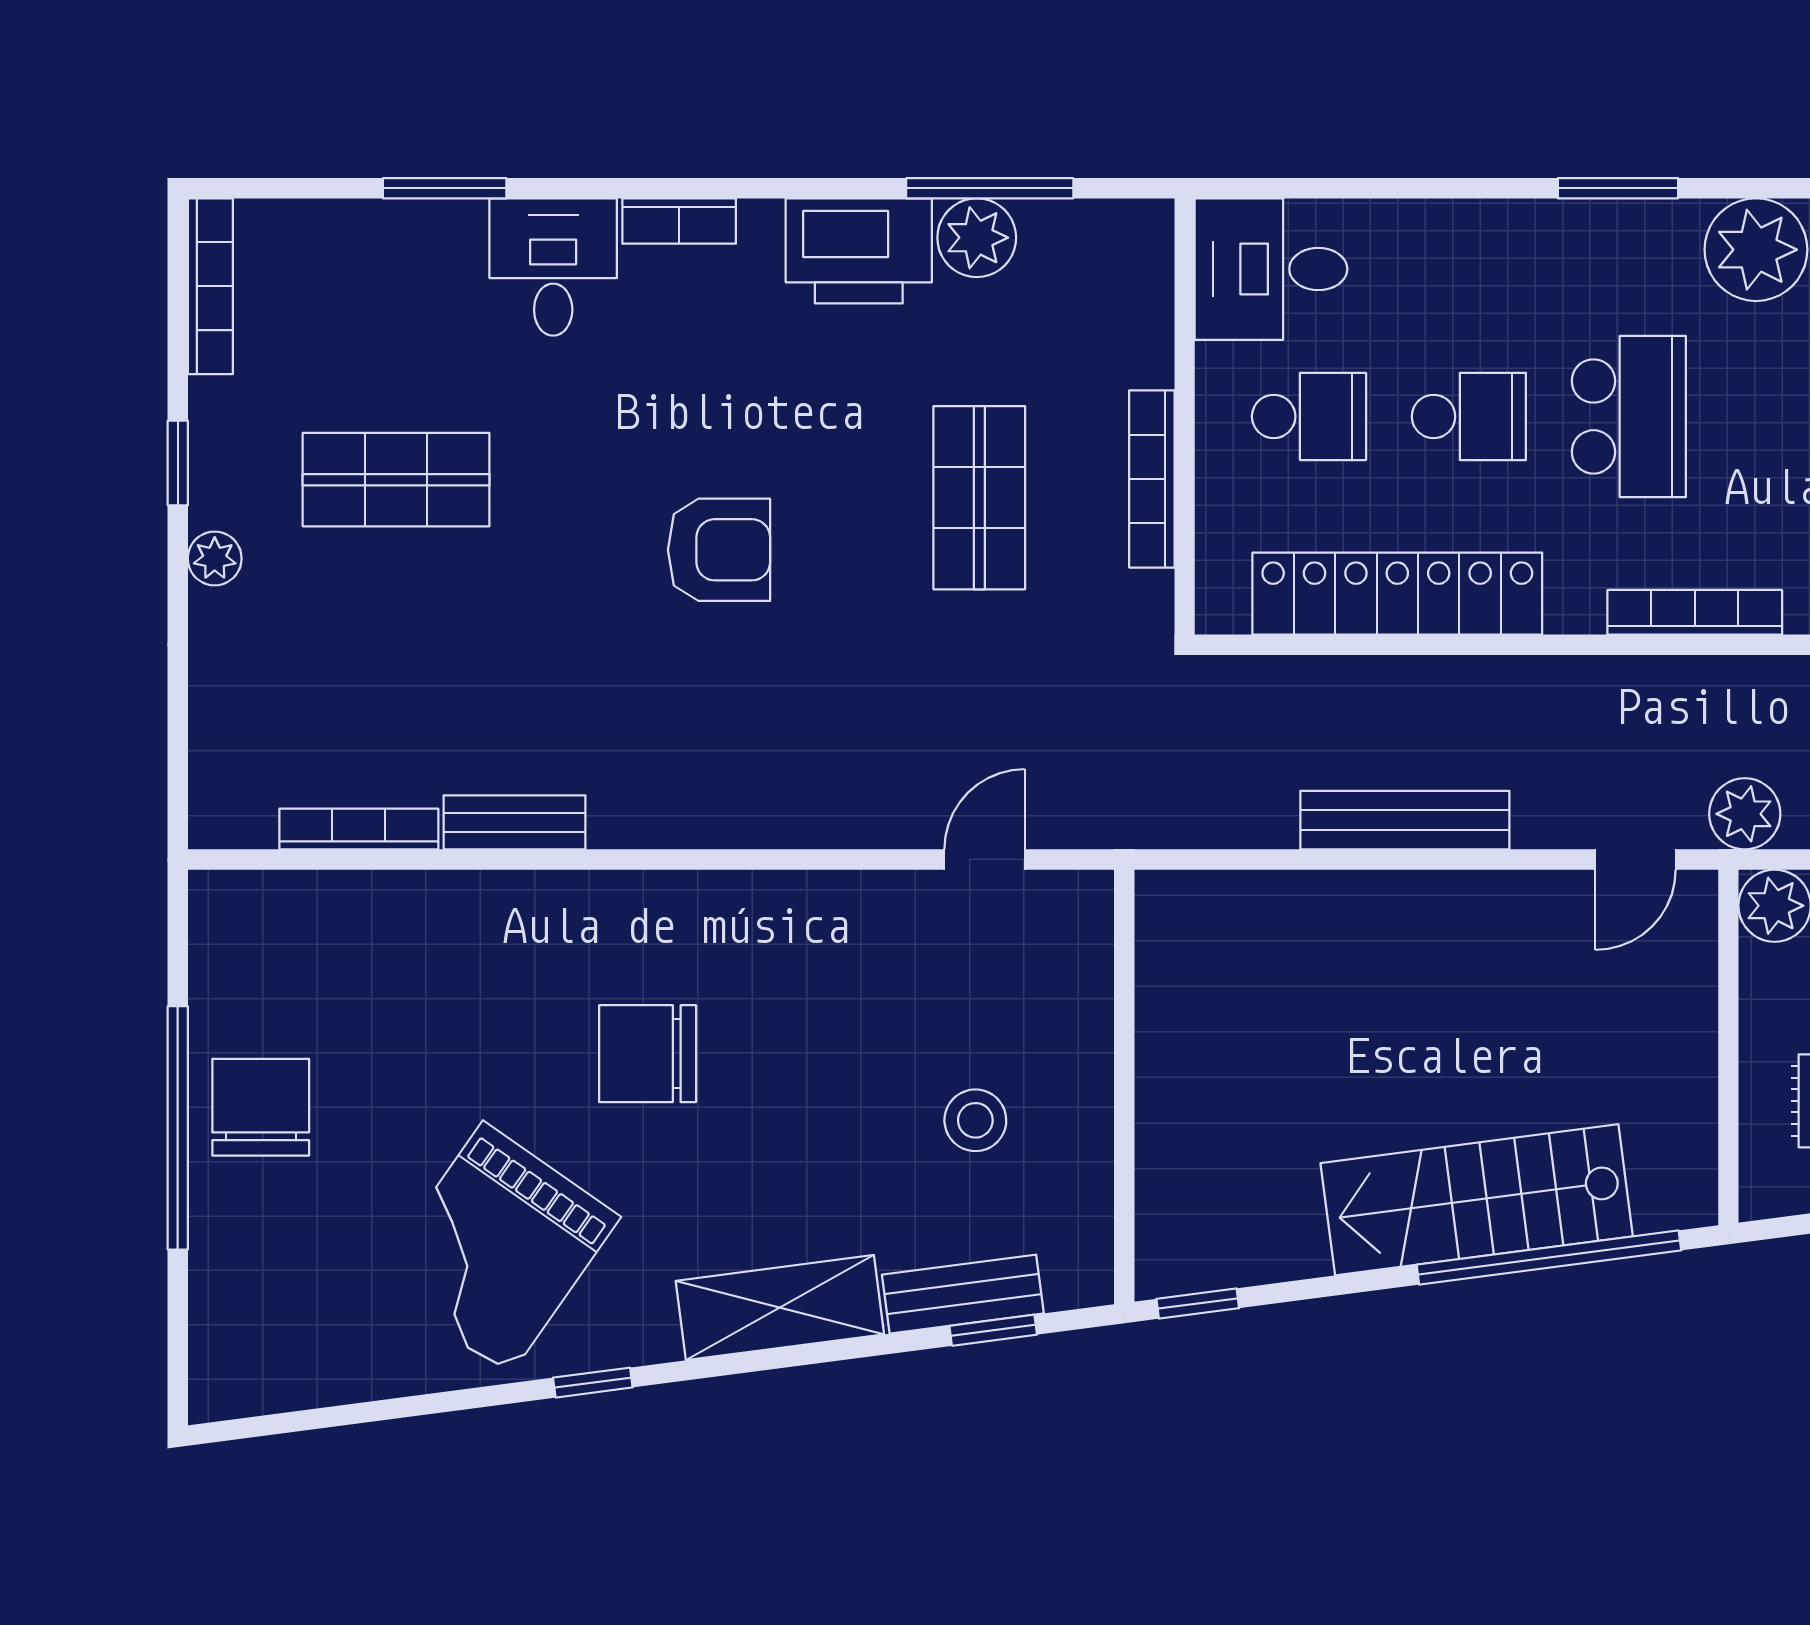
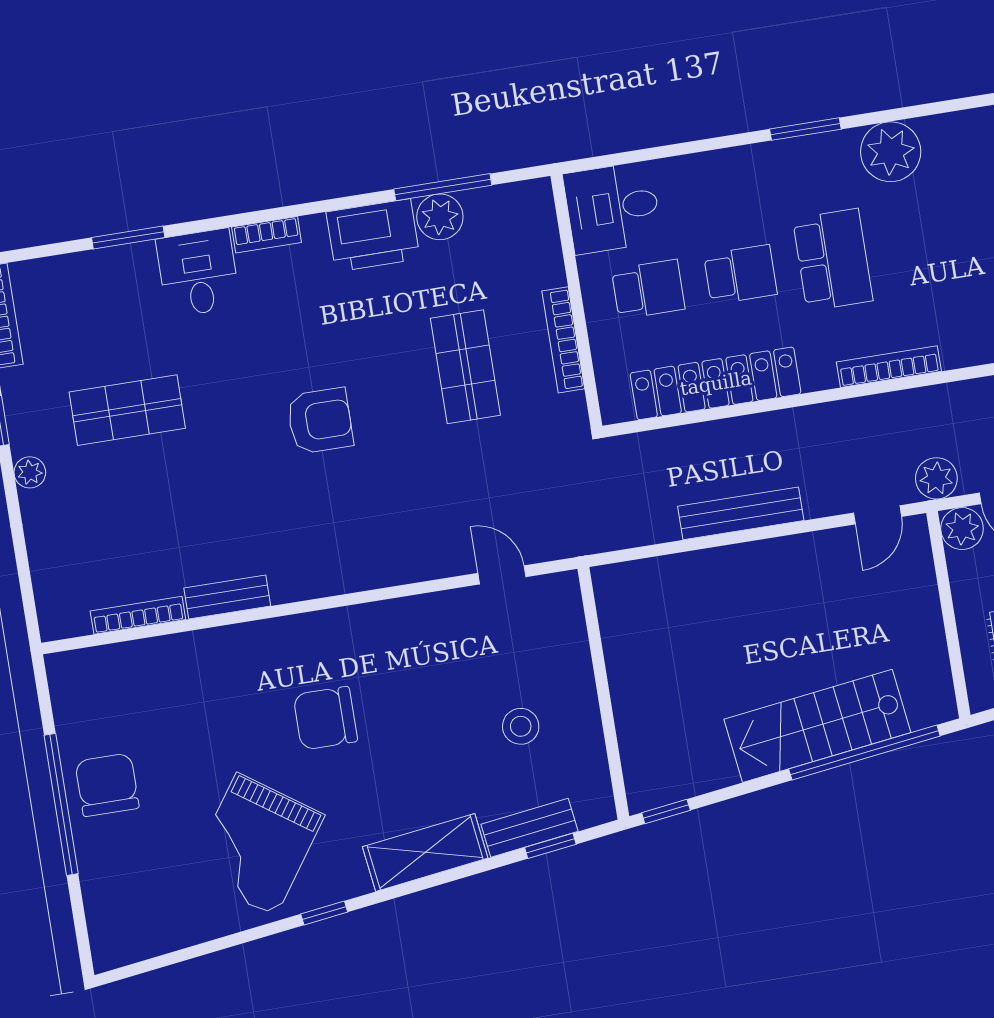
door: (985, 859) -> (502, 575), hinge flipped

